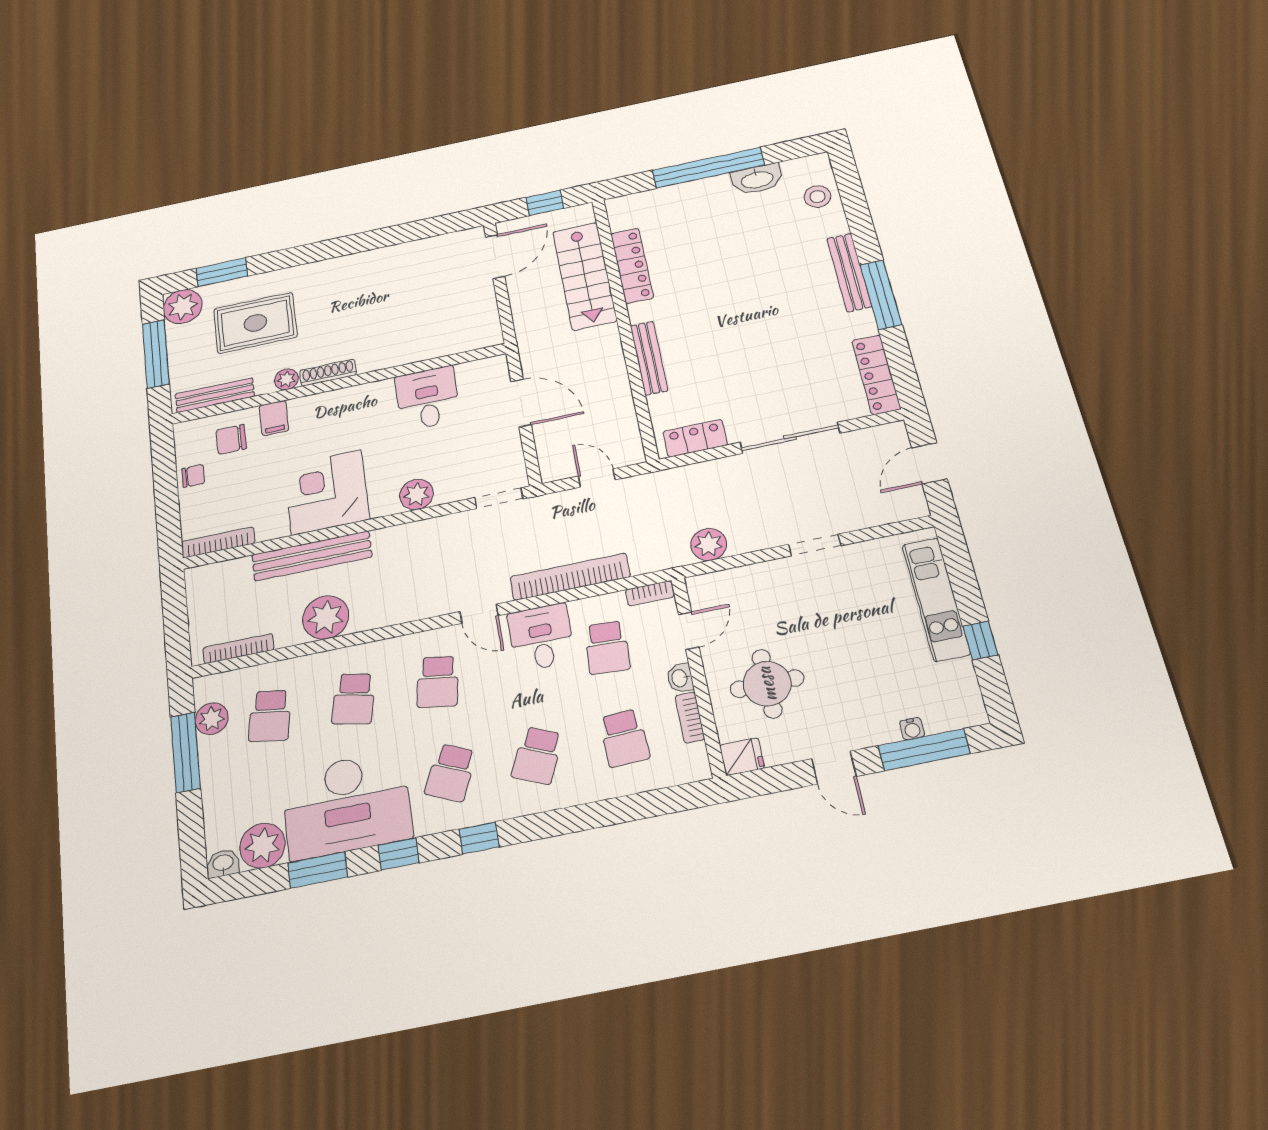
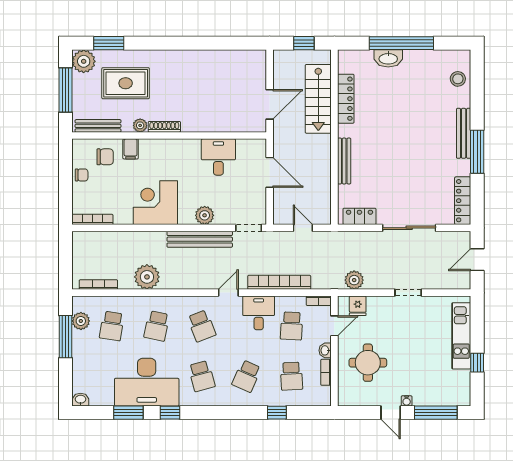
washbasin: (757, 179) -> (388, 58), moved
door: (495, 257) -> (270, 104), moved
chair: (231, 439) -> (105, 157), turned 180
bench: (312, 556) -> (200, 239), moved
door: (479, 614) -> (228, 293), swing flipped
school desk: (438, 682) -> (202, 326), turned -30
water cooler: (912, 729) -> (407, 401), moved
fridge: (742, 757) -> (358, 306), moved, turned 90
school desk: (451, 773) -> (202, 376), turned -39
window: (479, 838) -> (277, 413), moved
plant: (263, 846) -> (102, 394), removed

